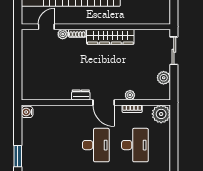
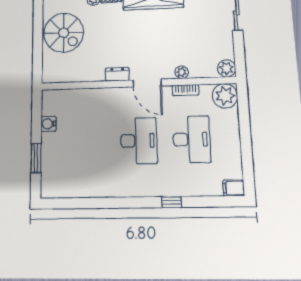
spiral stairs: (39, 60) -> (64, 33), added
plant: (164, 78) -> (227, 68), moved
water cooler: (27, 112) -> (48, 124), moved

